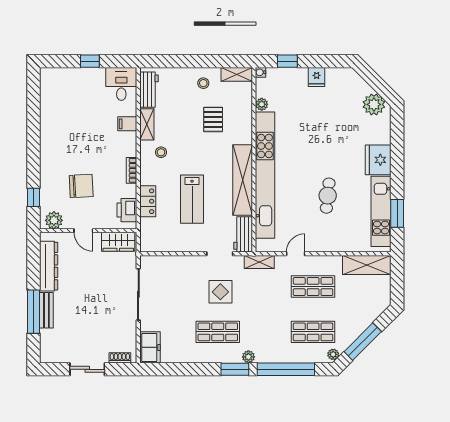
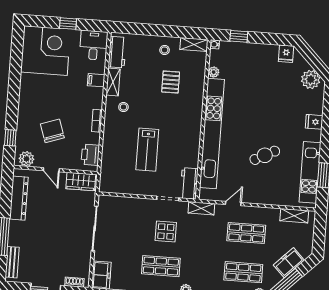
fridge: (317, 77) -> (286, 54), moved
corner desk: (67, 94) -> (46, 51), added
fridge: (378, 160) -> (314, 122), width x0.53, depth x0.75
shelving: (243, 180) -> (192, 136), removed
chair: (81, 186) -> (52, 131), turned -106
cafe table: (328, 196) -> (265, 155), turned 57
locker: (148, 201) -> (109, 148), removed
shelving: (367, 265) -> (294, 216), width x0.67, depth x0.75
bench: (46, 310) -> (12, 262), moved
freezer: (365, 317) -> (289, 263), added

